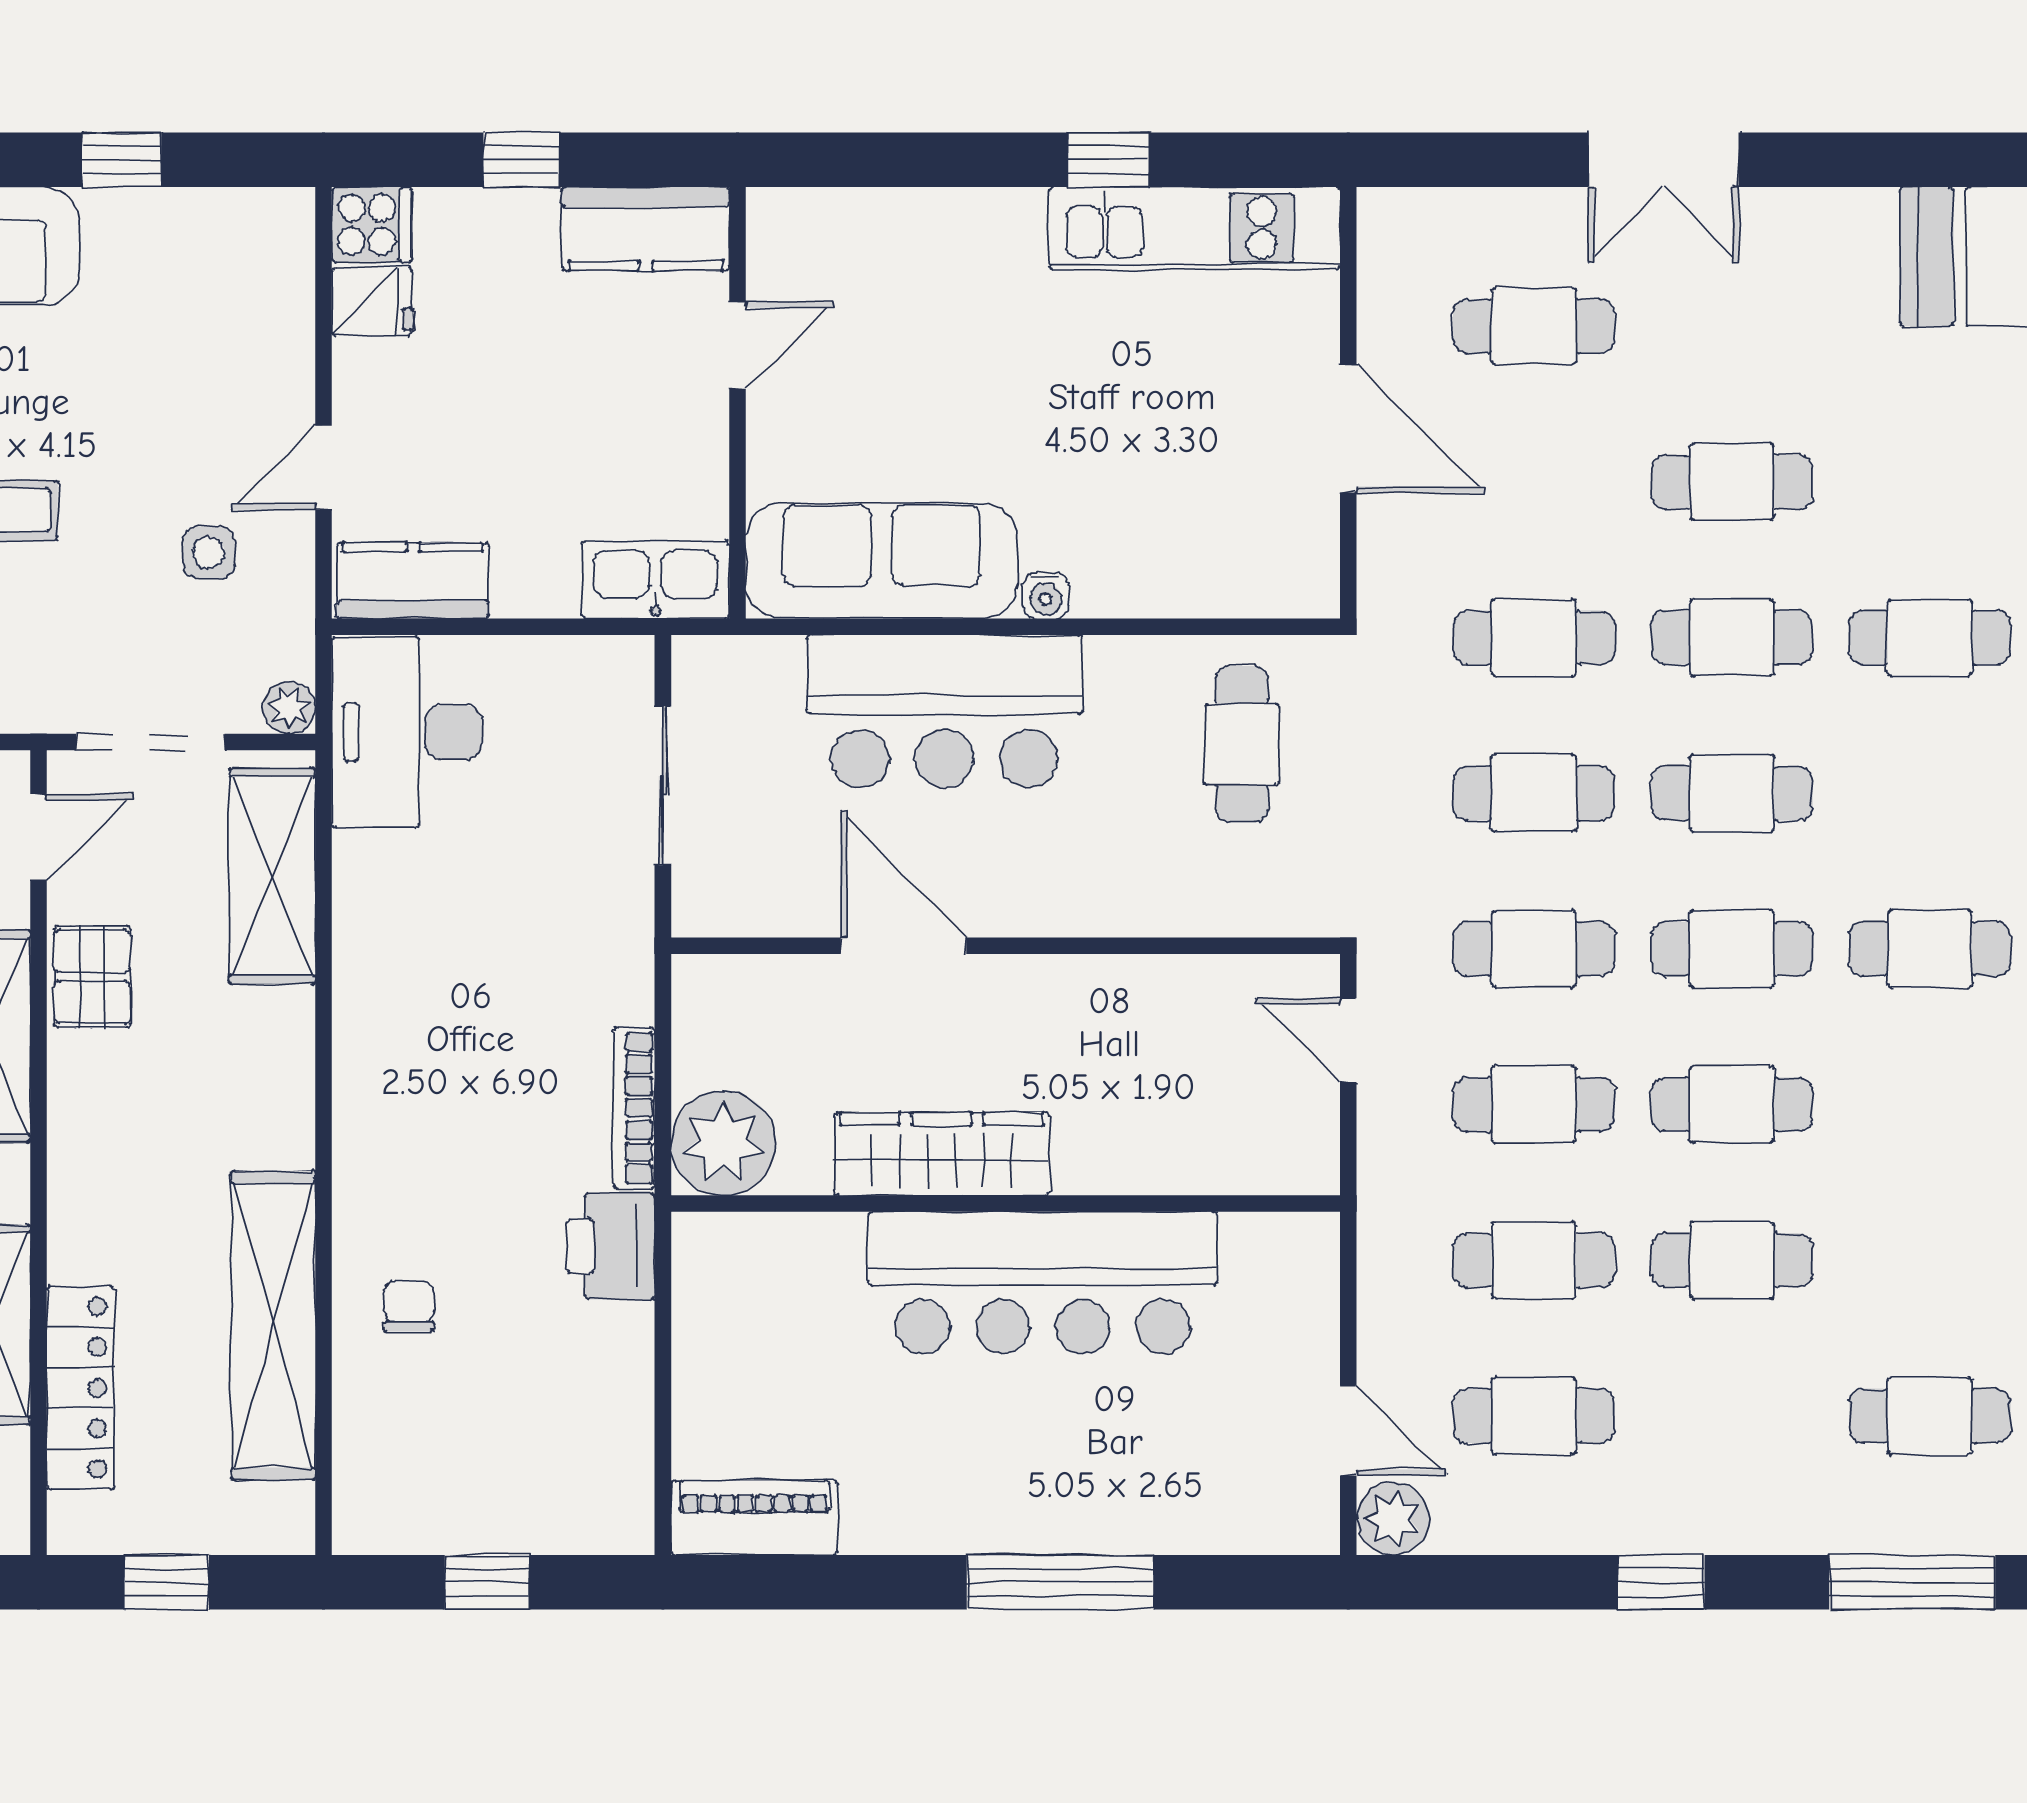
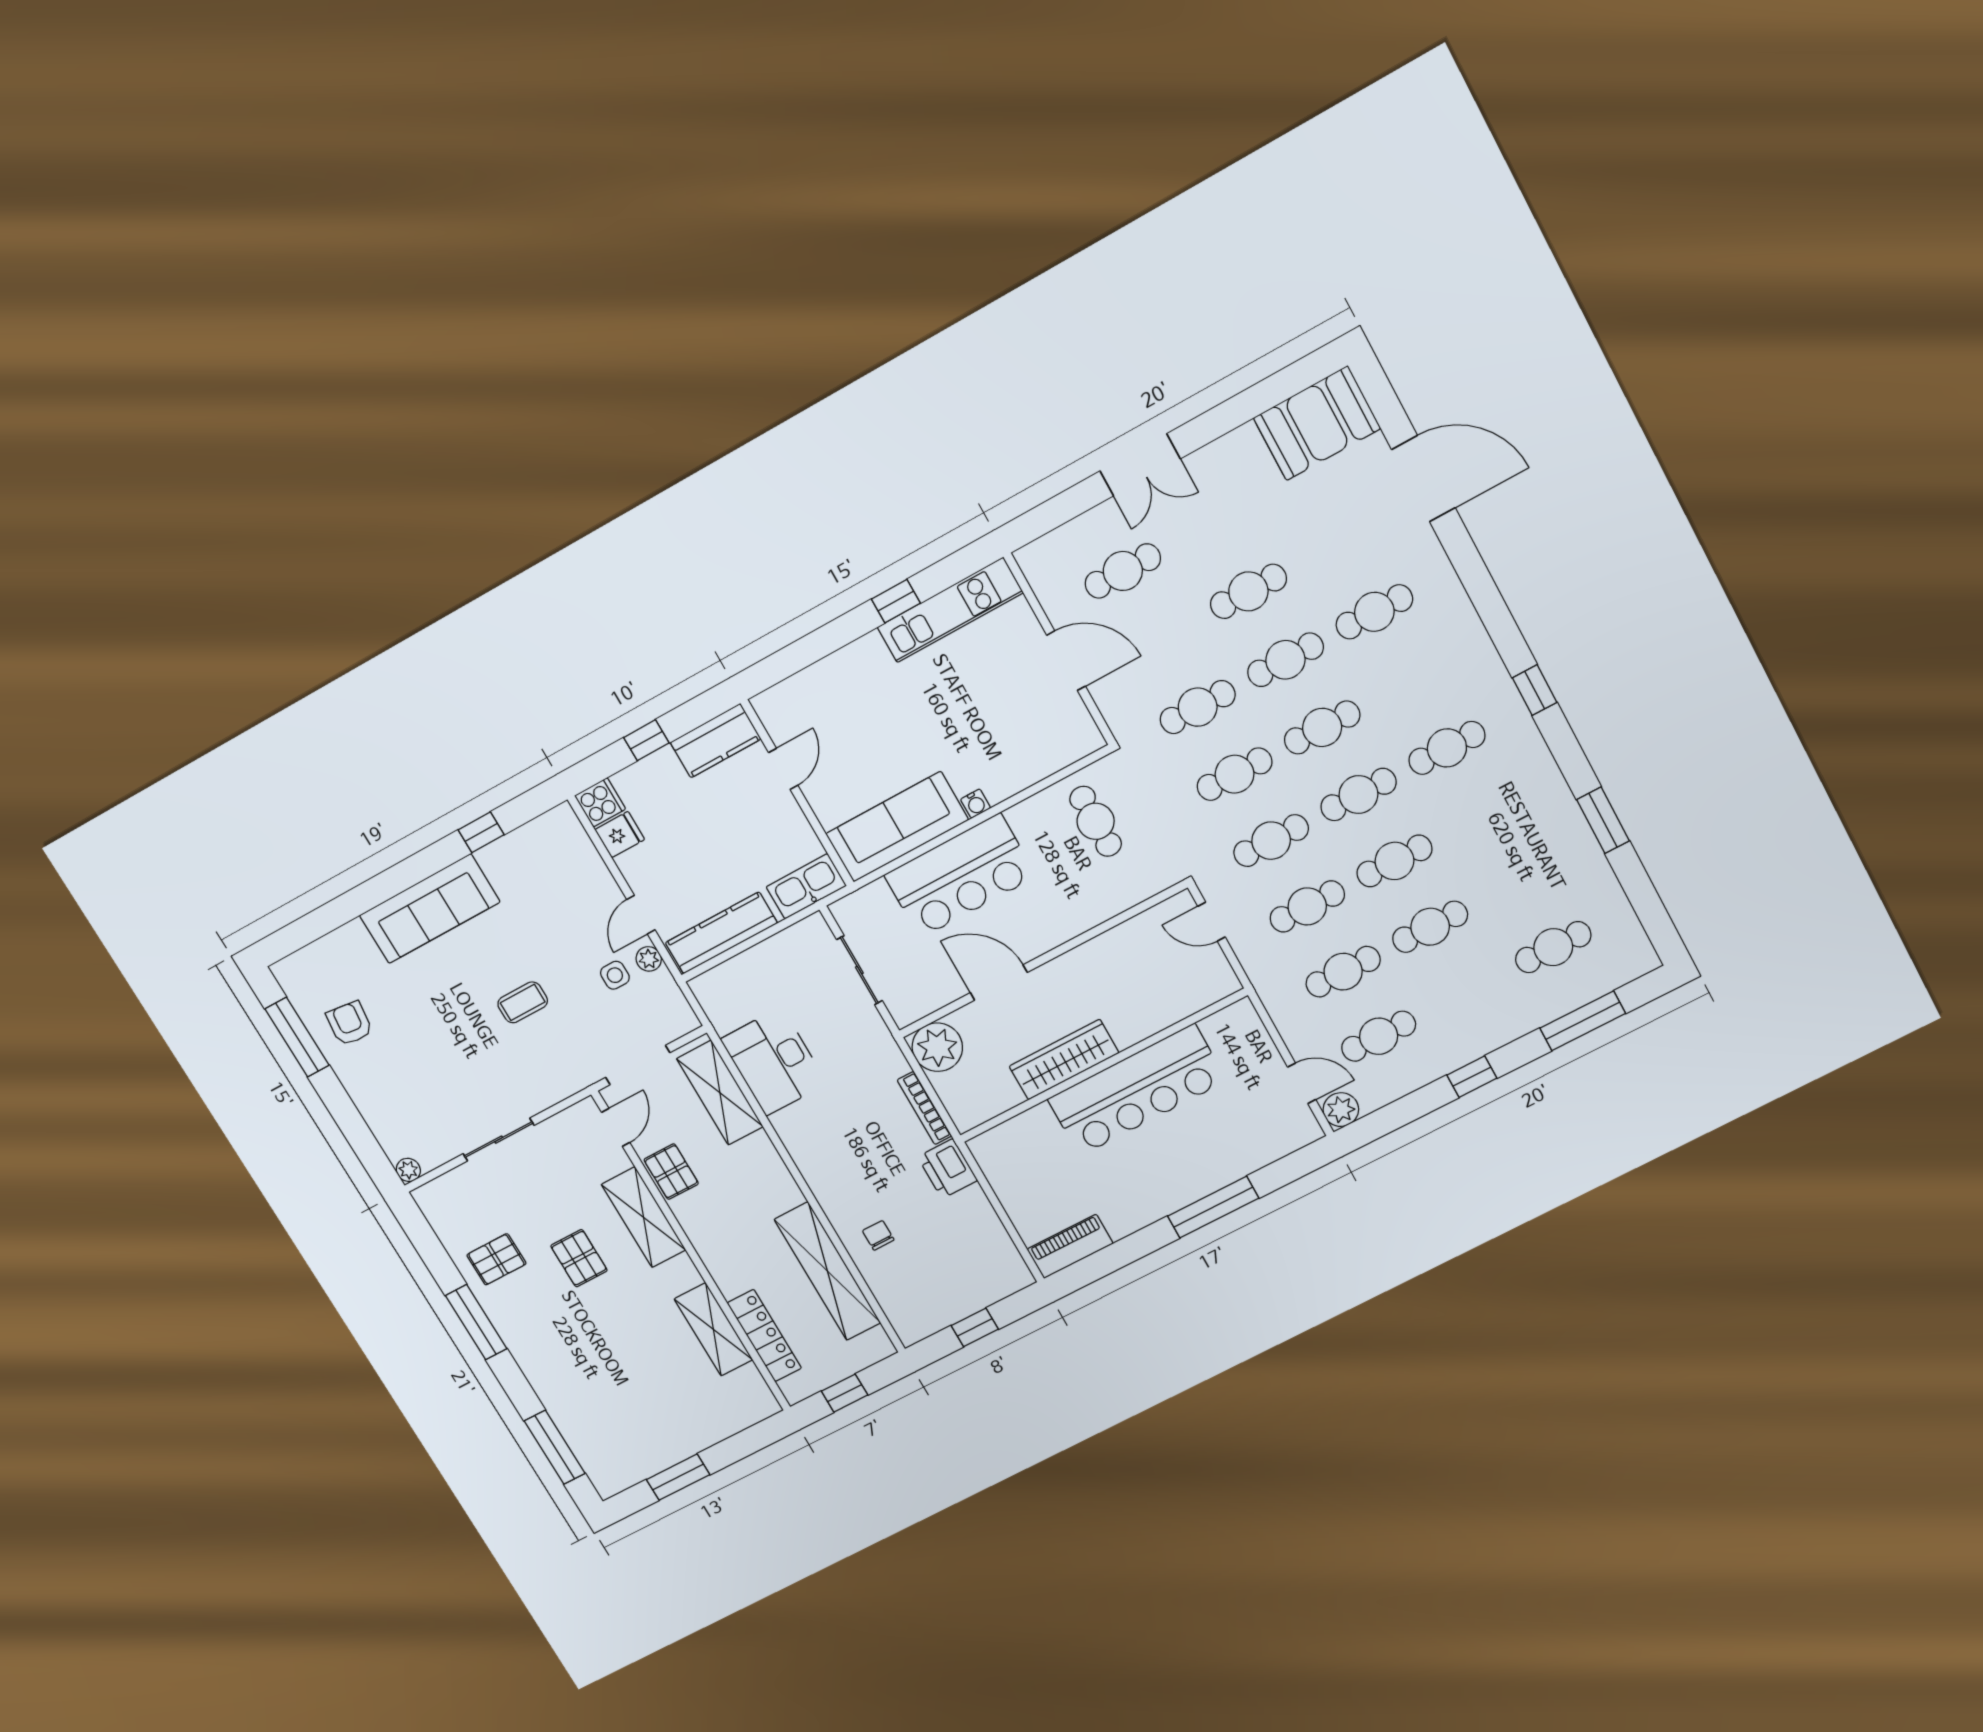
kitchen counter: (413, 581) -> (721, 933), width x1.50
plant: (289, 708) -> (649, 959), moved
desk: (407, 732) -> (774, 1061), moved
plant: (723, 1143) -> (937, 1047), moved

